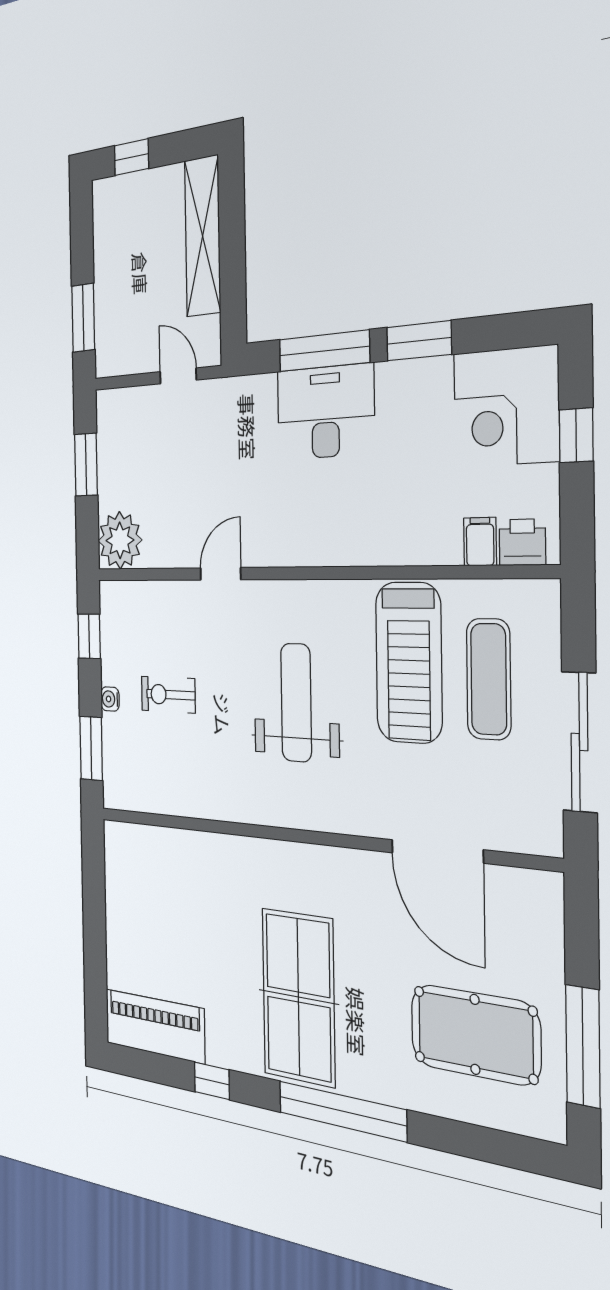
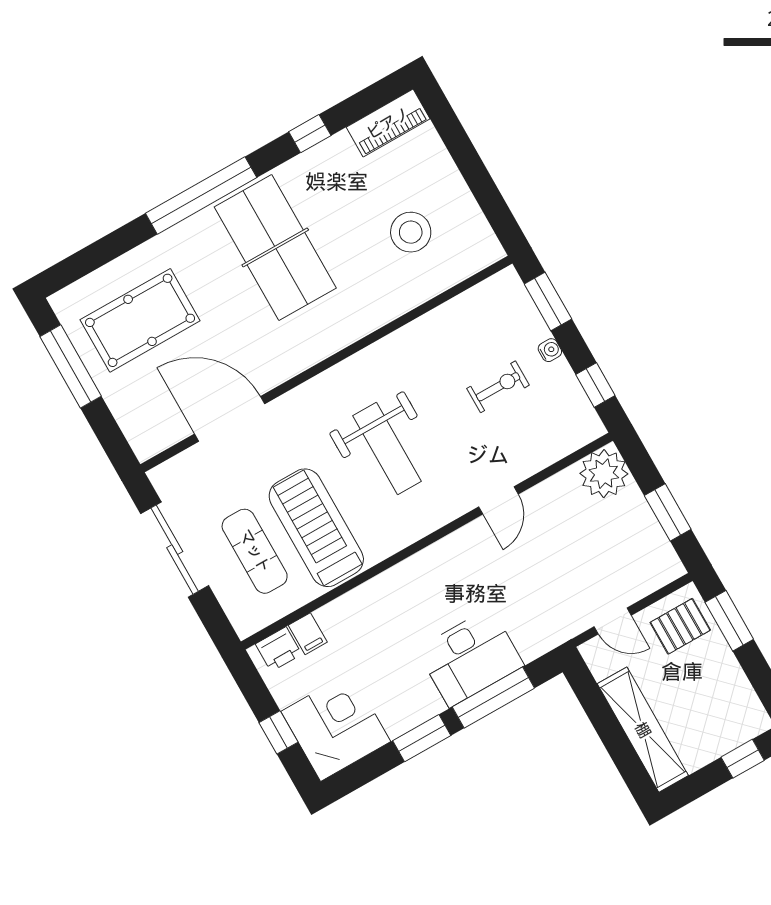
pallet: (124, 336) -> (680, 626), added
stool: (171, 909) -> (411, 232), added
piano: (155, 1026) -> (388, 123), width x0.73, depth x0.75

